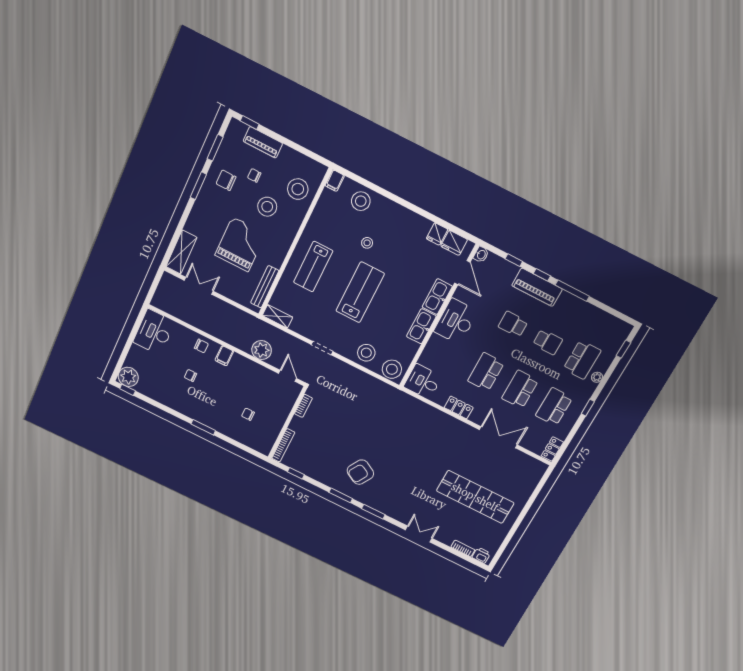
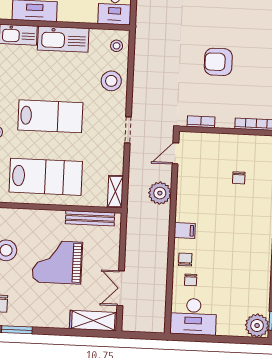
lab bench: (313, 267) -> (46, 177), width x1.36, depth x1.39
lab bench: (360, 292) -> (50, 116), turned 180
kitchen sink: (421, 326) -> (63, 39), width x1.36, depth x1.24
stool: (392, 369) -> (117, 46), width x0.53, depth x0.53
chair: (191, 376) -> (191, 280), moved
armchair: (360, 472) -> (218, 62), moved, turned 150

